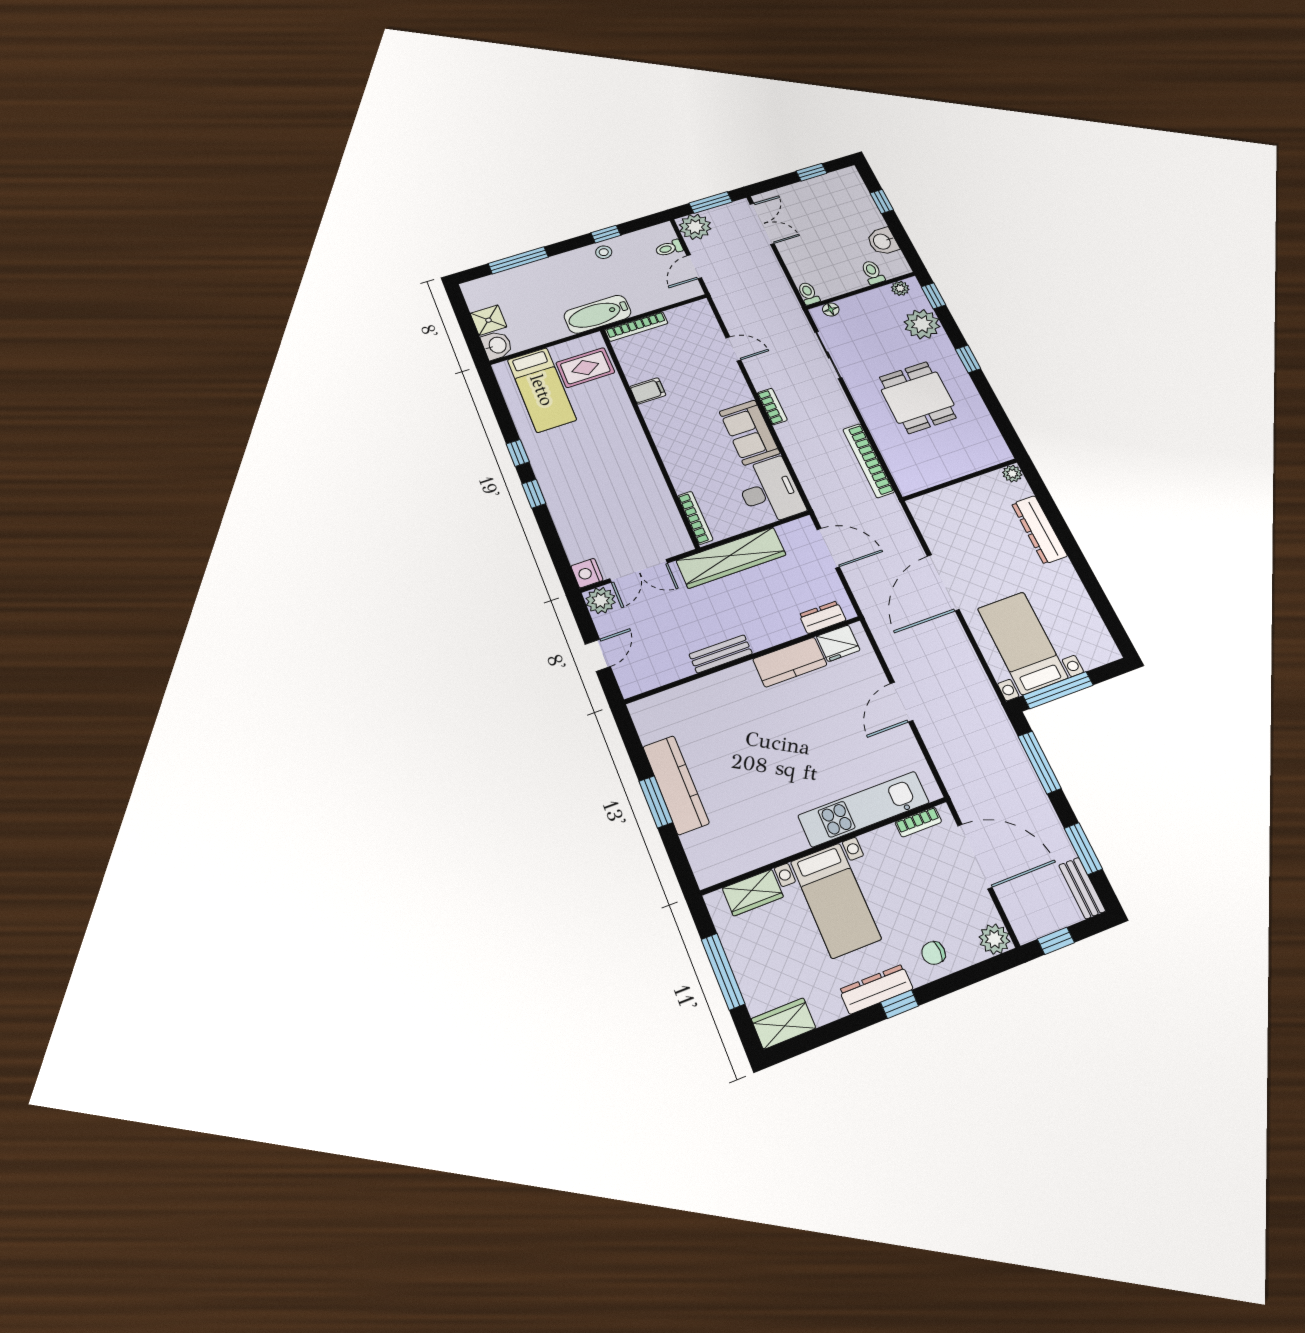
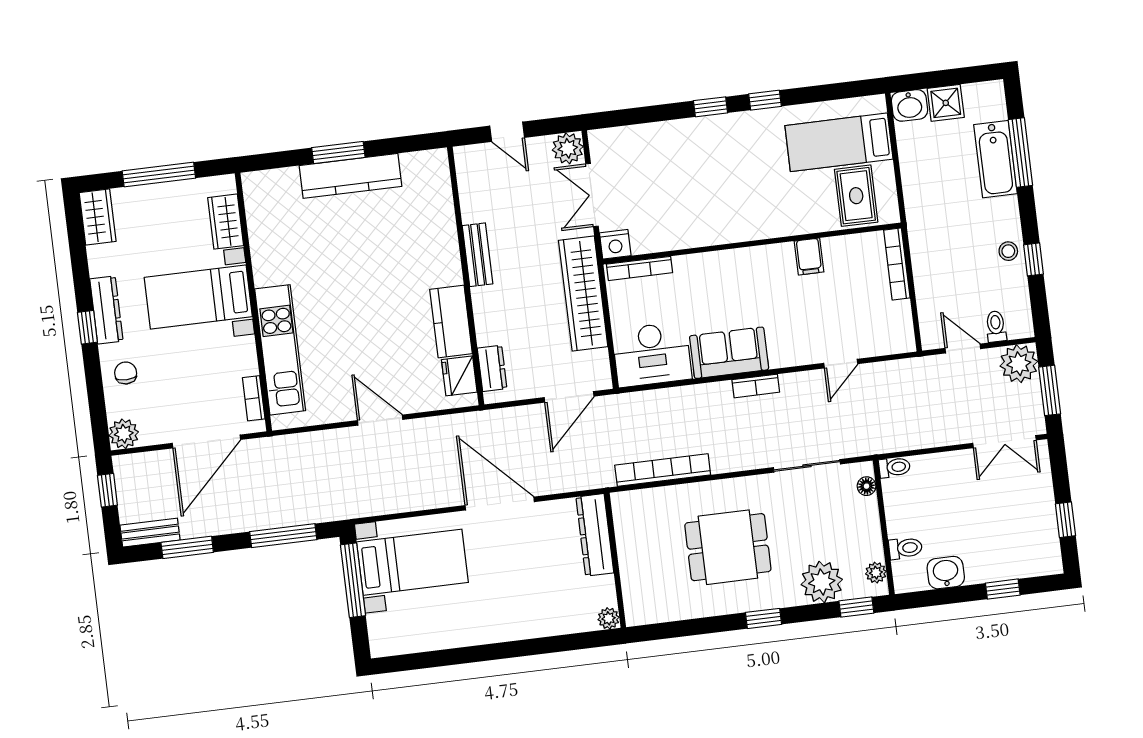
bathtub: (598, 314) -> (995, 159), moved, turned 180
dresser: (1039, 530) -> (595, 535), moved, turned -90
nightstand: (587, 573) -> (615, 244), moved, turned 180

